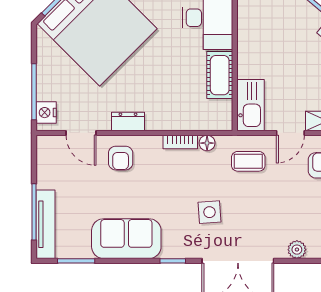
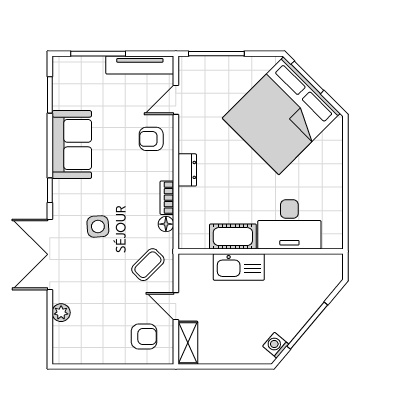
kitchen sink: (251, 105) -> (239, 267), moved
nightstand: (46, 113) -> (196, 66), removed
dresser: (128, 121) -> (187, 170), moved
coffee table: (248, 161) -> (148, 265), turned 45
tv unit: (46, 224) -> (140, 65), moved

